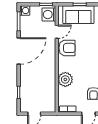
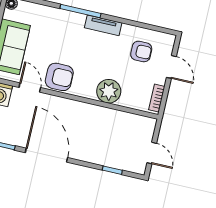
armchair: (67, 48) -> (59, 77), turned 90

